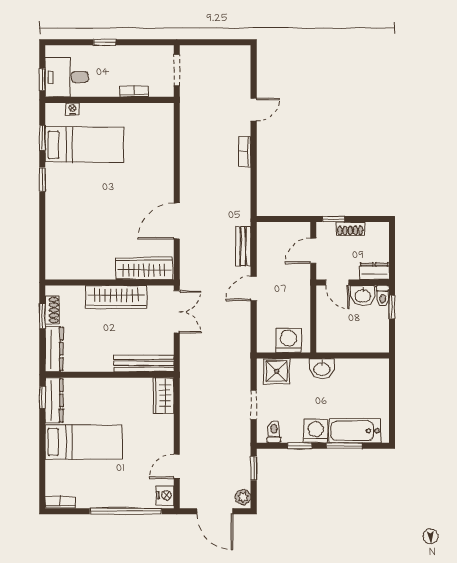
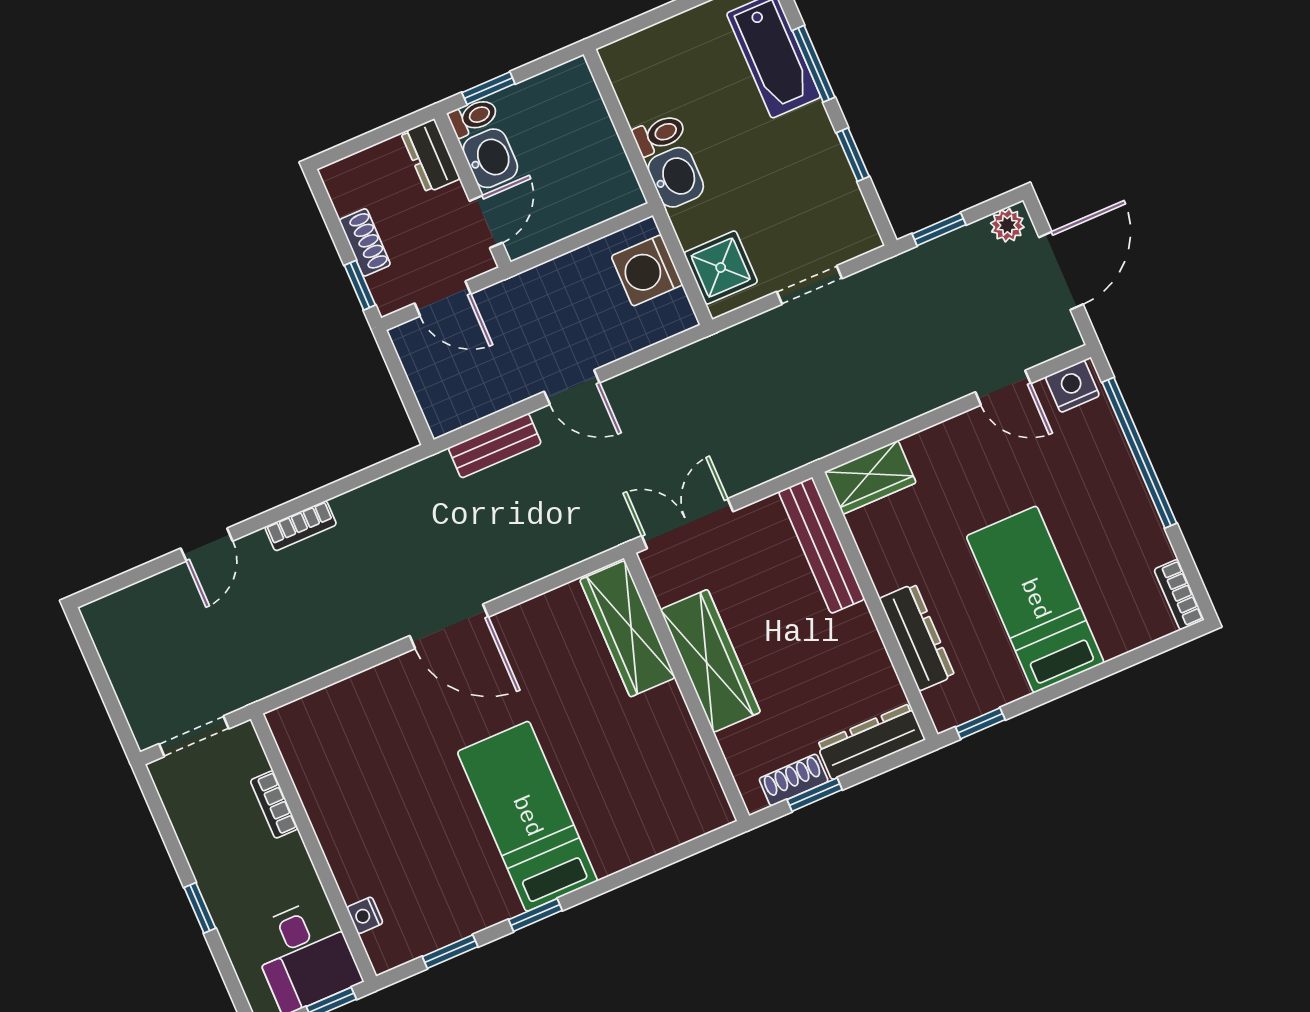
door: (254, 110) -> (207, 545), swing flipped
bed: (84, 145) -> (527, 816), moved
door: (177, 221) -> (449, 626), moved
dresser: (54, 400) -> (917, 637), moved, turned 90
washing machine: (316, 431) -> (809, 135), removed
toilet: (274, 432) -> (659, 134), moved, turned 180

